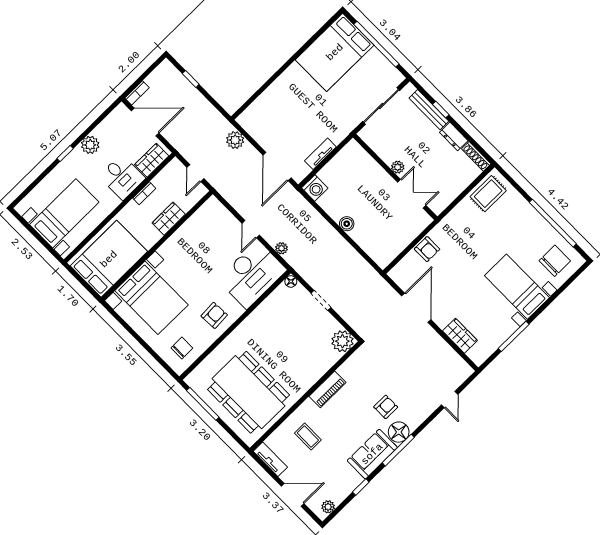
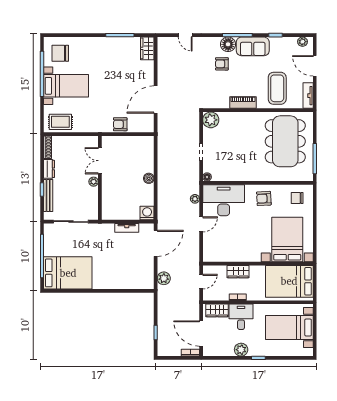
armchair: (427, 249) -> (120, 124), turned -90
bed with nightstands: (517, 287) -> (66, 86), moved, turned -90
wardrobe: (460, 336) -> (147, 48), moved
door: (450, 400) -> (185, 35), swing flipped
coffee table: (308, 437) -> (277, 88), width x1.86, depth x1.72

